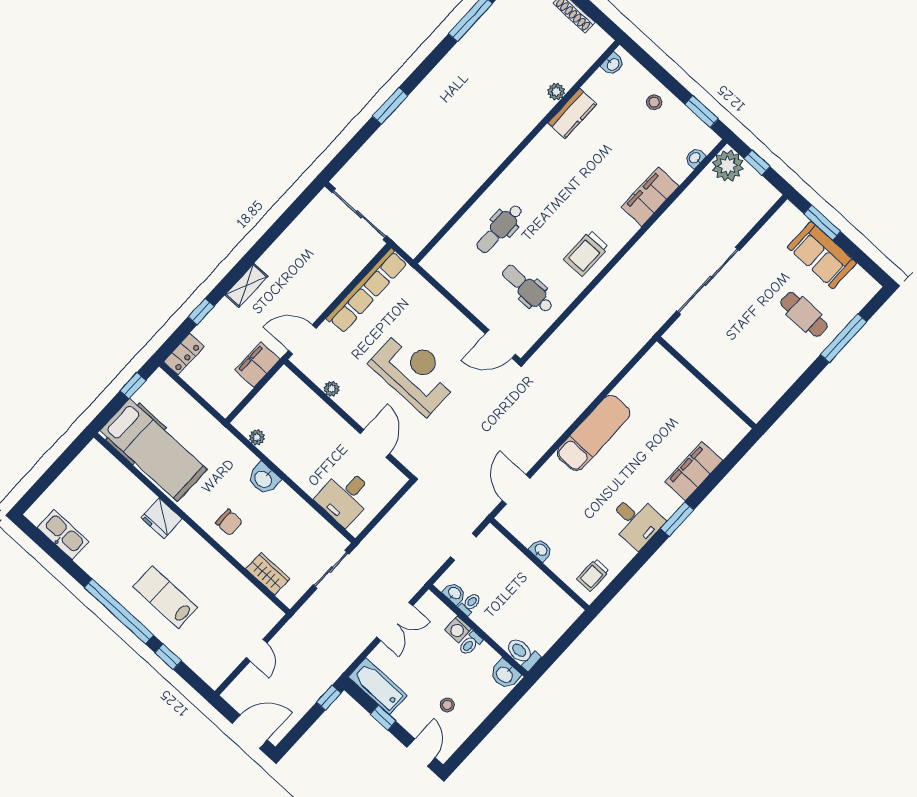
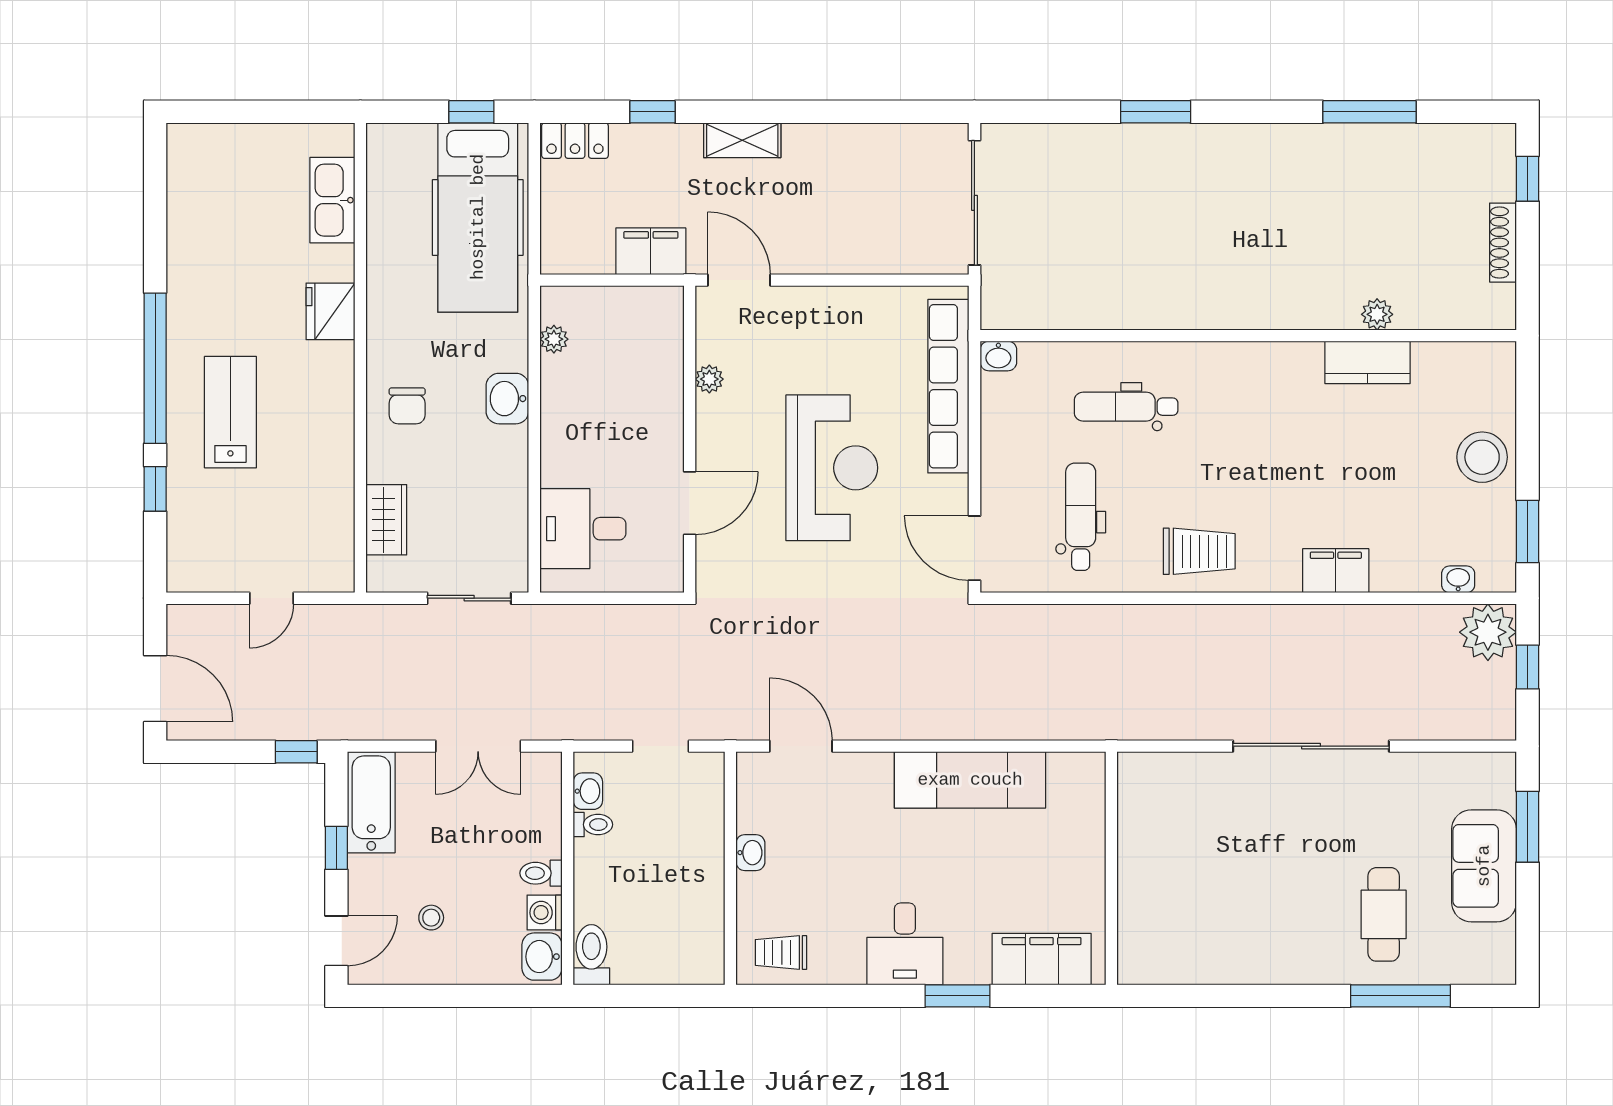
washbasin: (613, 64) -> (998, 356), moved
stool: (654, 102) -> (1482, 457), width x1.89, depth x1.89
filing cabinet: (650, 197) -> (1336, 571), width x0.67, depth x0.86
trolley: (586, 253) -> (1199, 551), turned 180
row of seats: (367, 291) -> (948, 386), moved, turned 90
wall: (706, 383) -> (1111, 868), moved
hospital bed: (154, 450) -> (478, 217), moved
door: (516, 489) -> (801, 746), hinge flipped
kitchen sink: (63, 535) -> (332, 200), moved, turned 180
washing machine: (458, 629) -> (545, 913), moved

